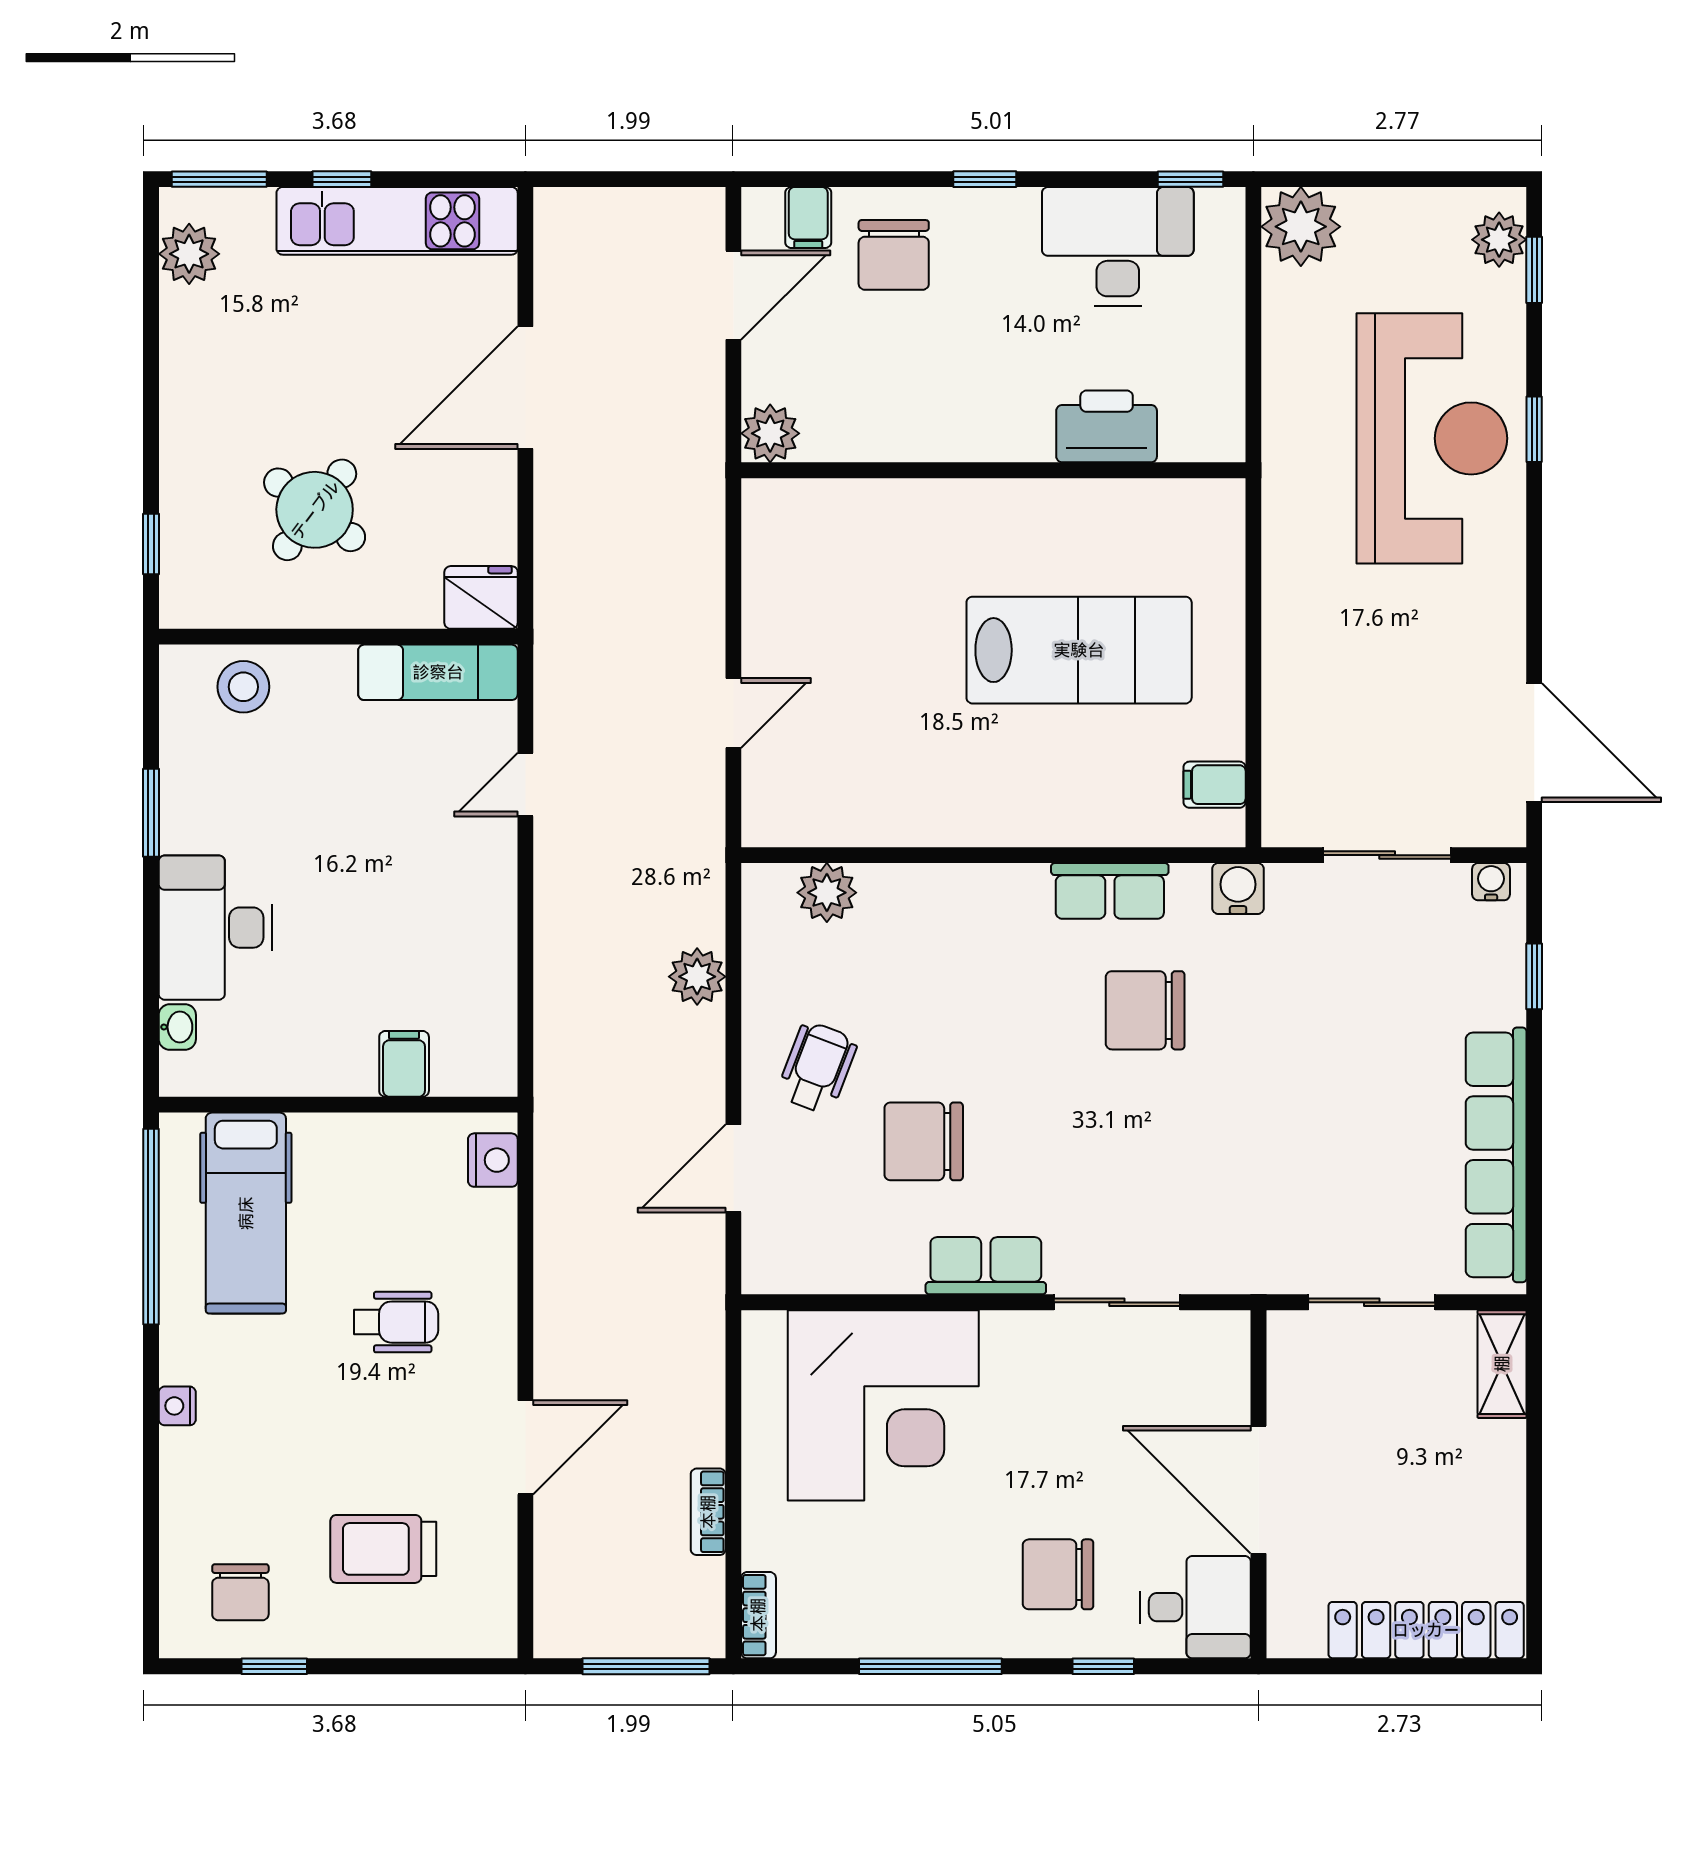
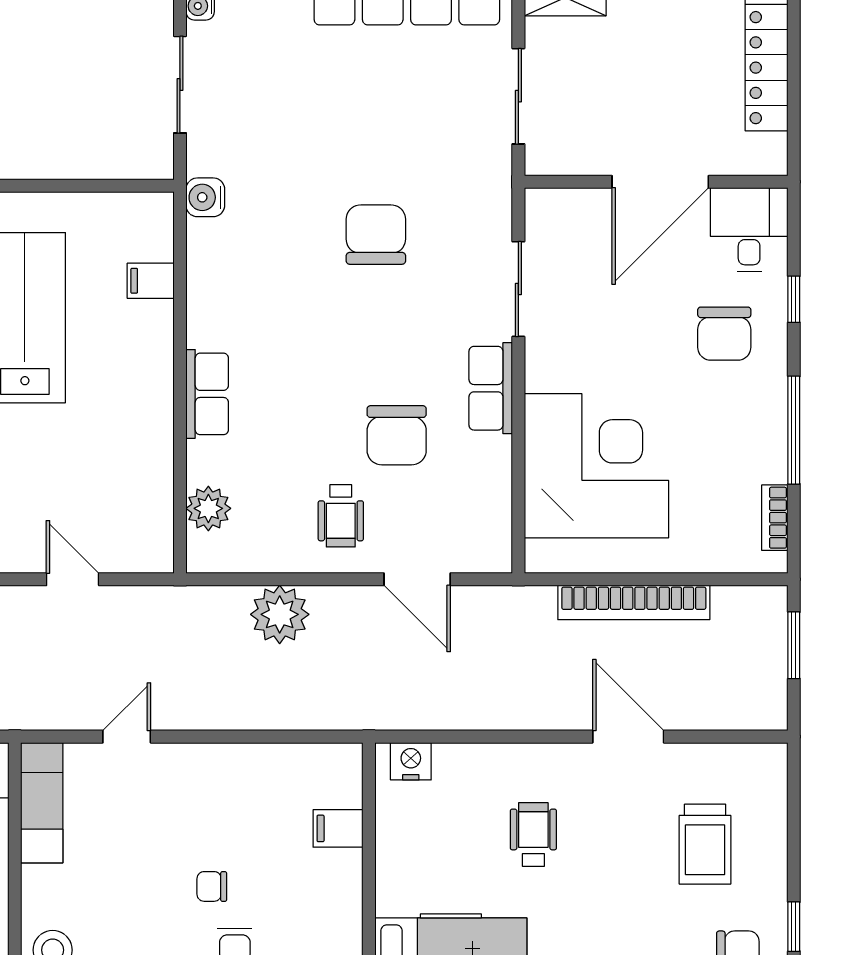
door: (525, 785) -> (127, 737), swing flipped
filing cabinet: (1215, 785) -> (151, 281), moved, turned 90
row of seats: (1110, 891) -> (207, 394), moved
chair: (327, 897) -> (212, 886), added
plant: (697, 977) -> (280, 614), width x1.36, depth x1.36
chair: (1145, 1010) -> (376, 235), moved, turned 180
wheelchair: (817, 1068) -> (341, 516), turned -111
bookcase: (708, 1512) -> (634, 602), width x2.31, depth x1.31
bookcase: (758, 1615) -> (775, 518), moved, turned -90
window: (646, 1666) -> (794, 645), width x0.69

